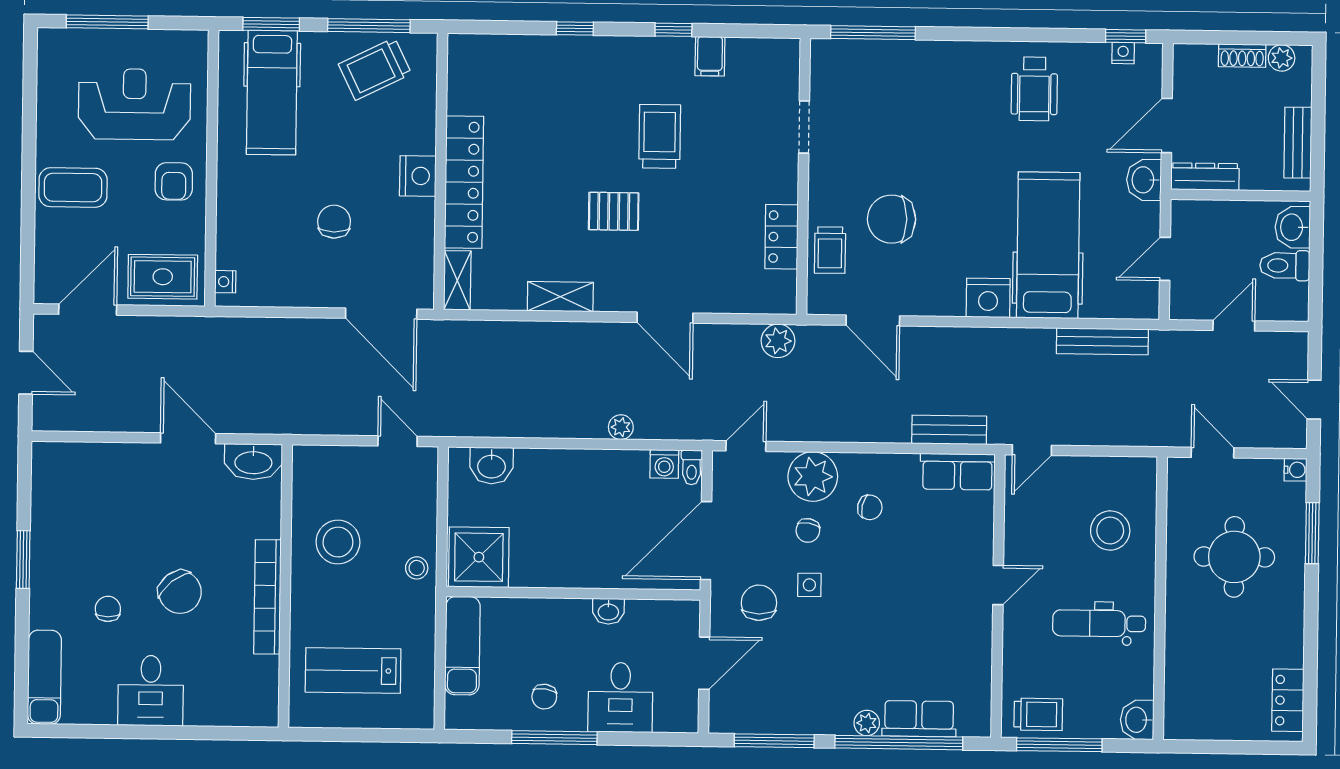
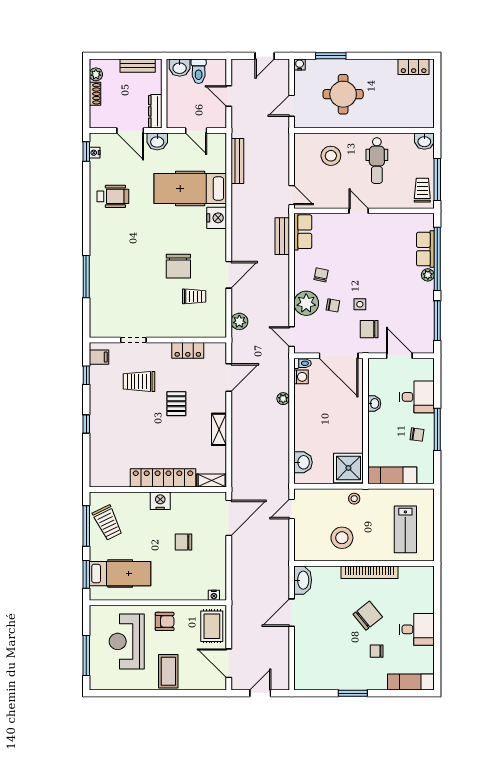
doorway: (804, 127) -> (133, 340), moved
wall: (803, 176) -> (158, 340), moved
locker: (782, 237) -> (188, 350), moved

